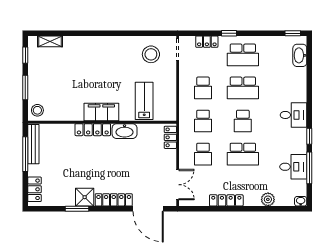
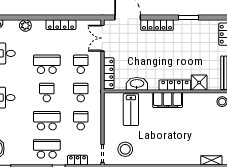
washbasin: (125, 131) -> (137, 84), moved
locker: (170, 137) -> (109, 73), width x1.53
shower: (85, 197) -> (199, 83), moved

